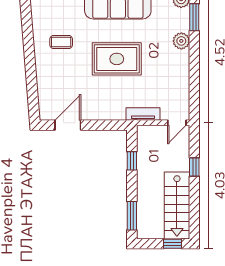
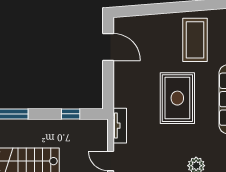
coffee table: (61, 42) -> (195, 40), width x1.86, depth x1.72

